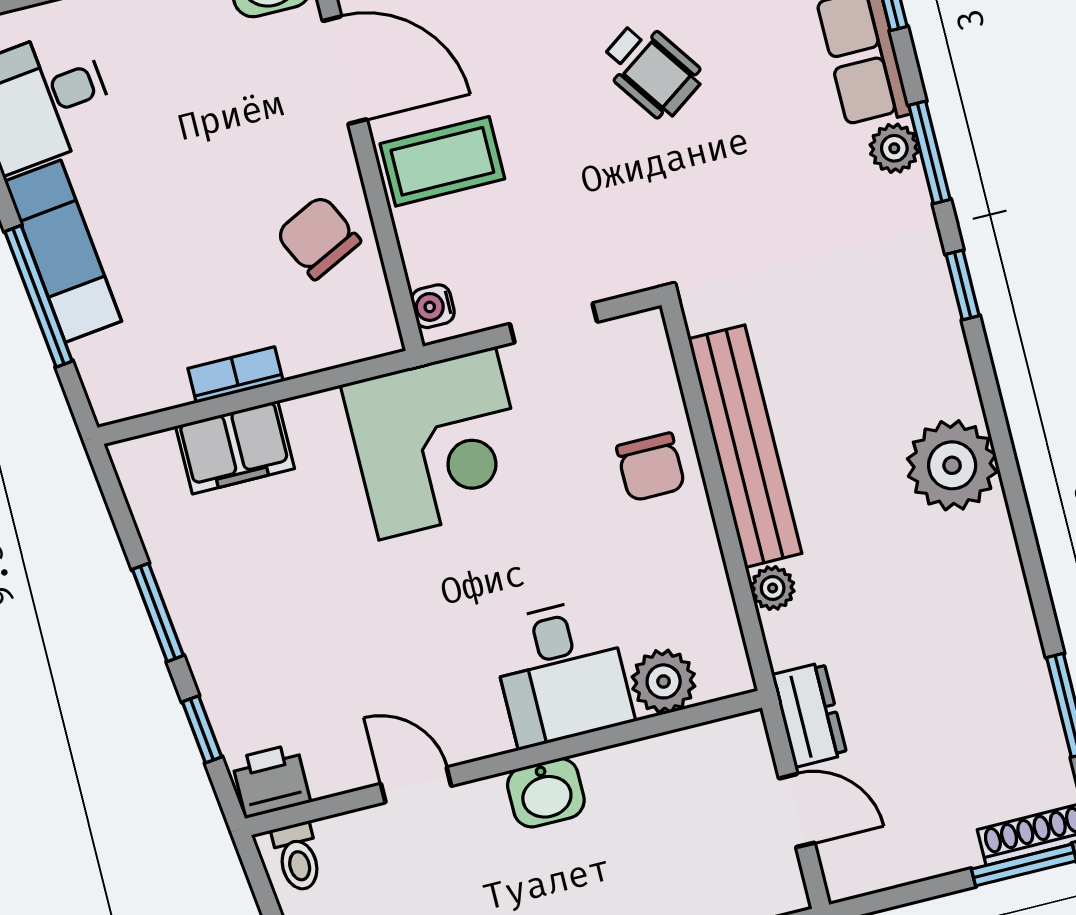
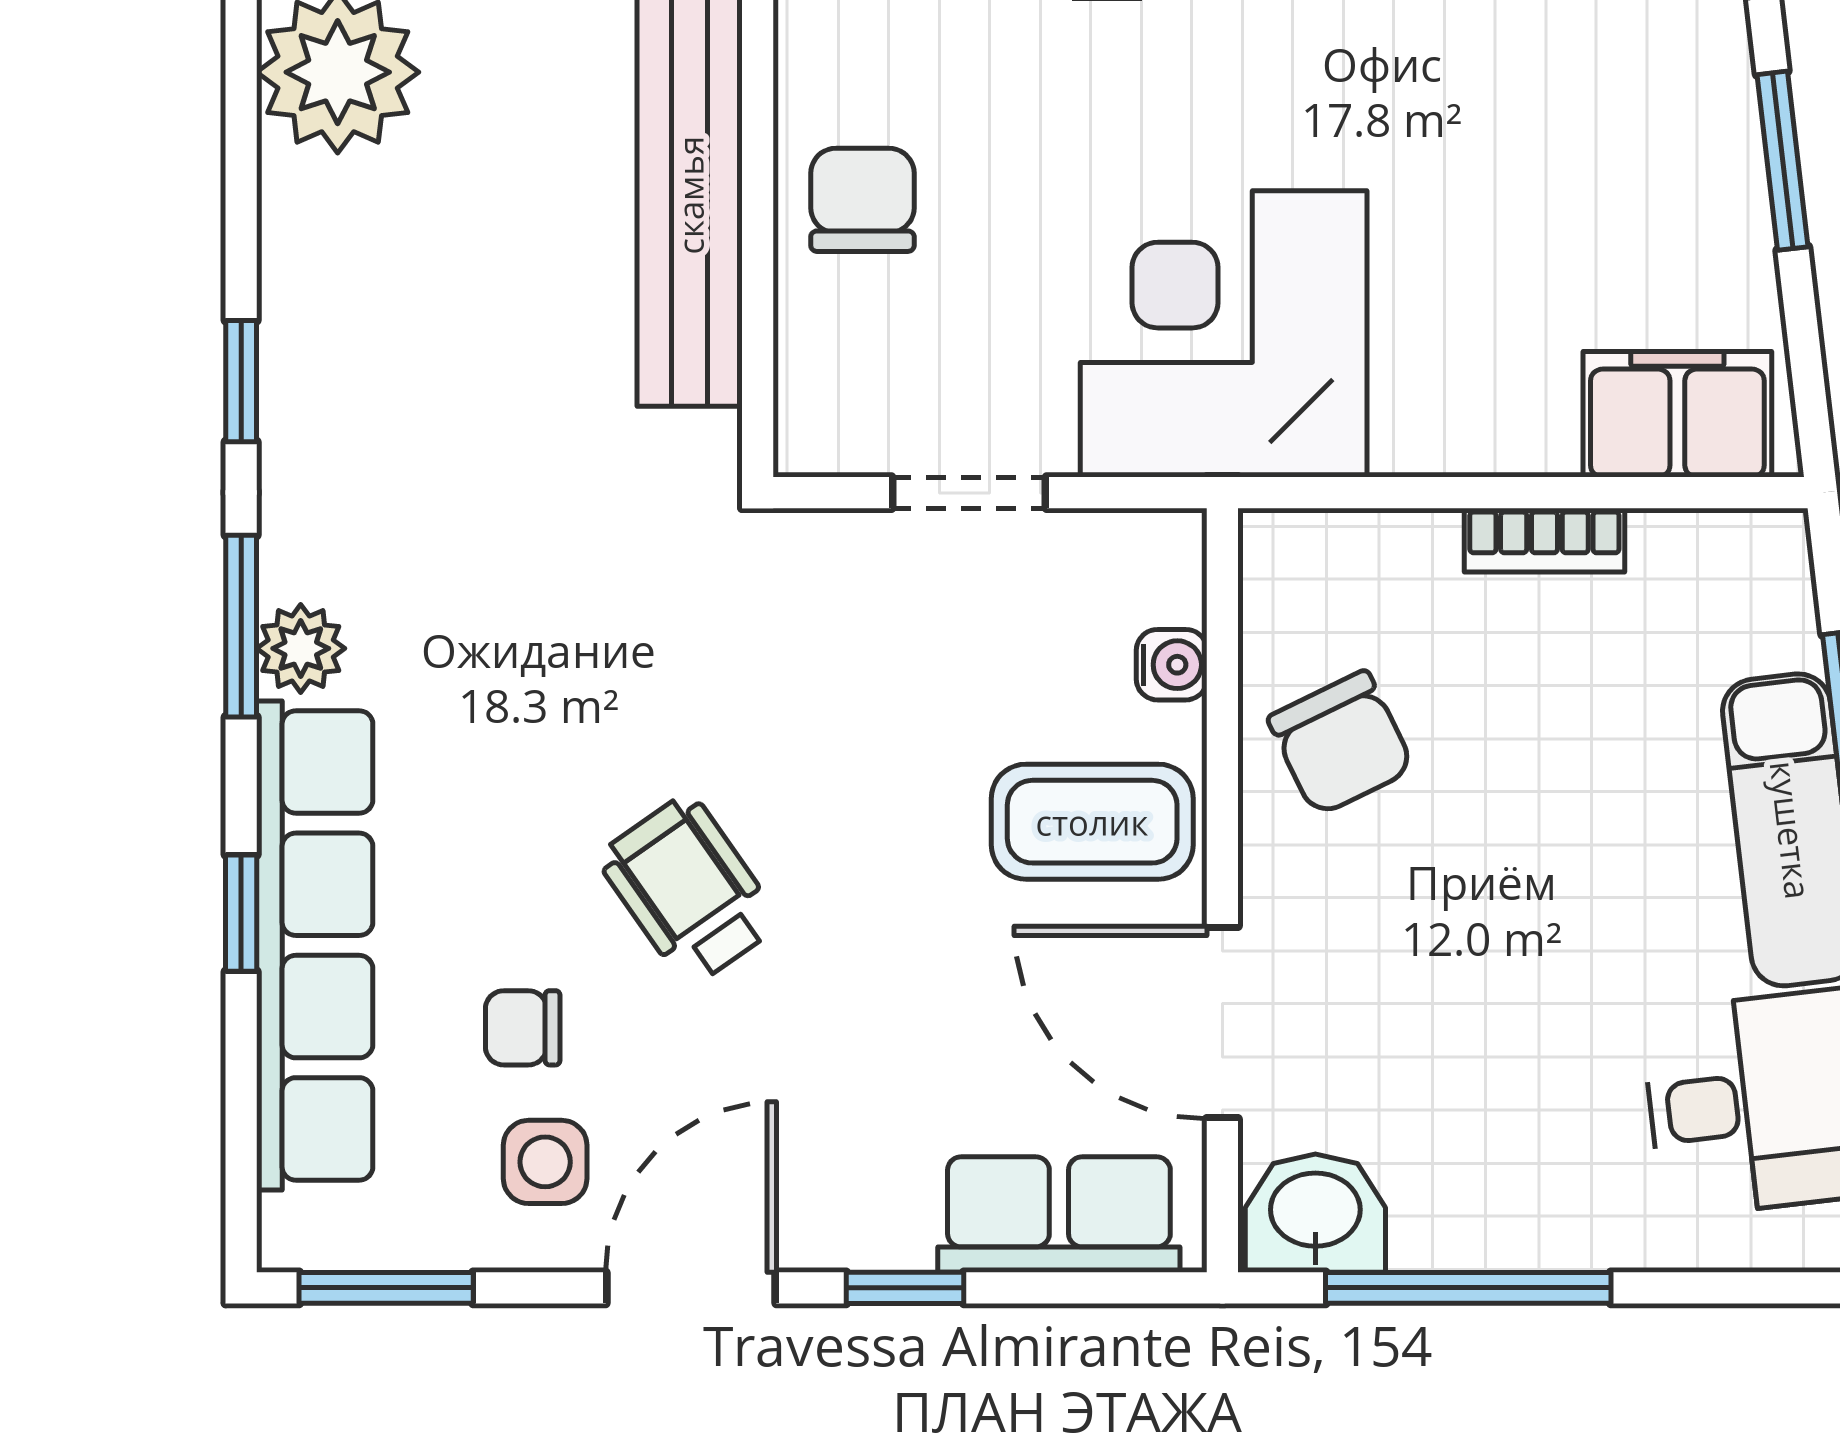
water cooler: (433, 306) -> (1172, 665), moved
filing cabinet: (235, 447) -> (1677, 414), moved

